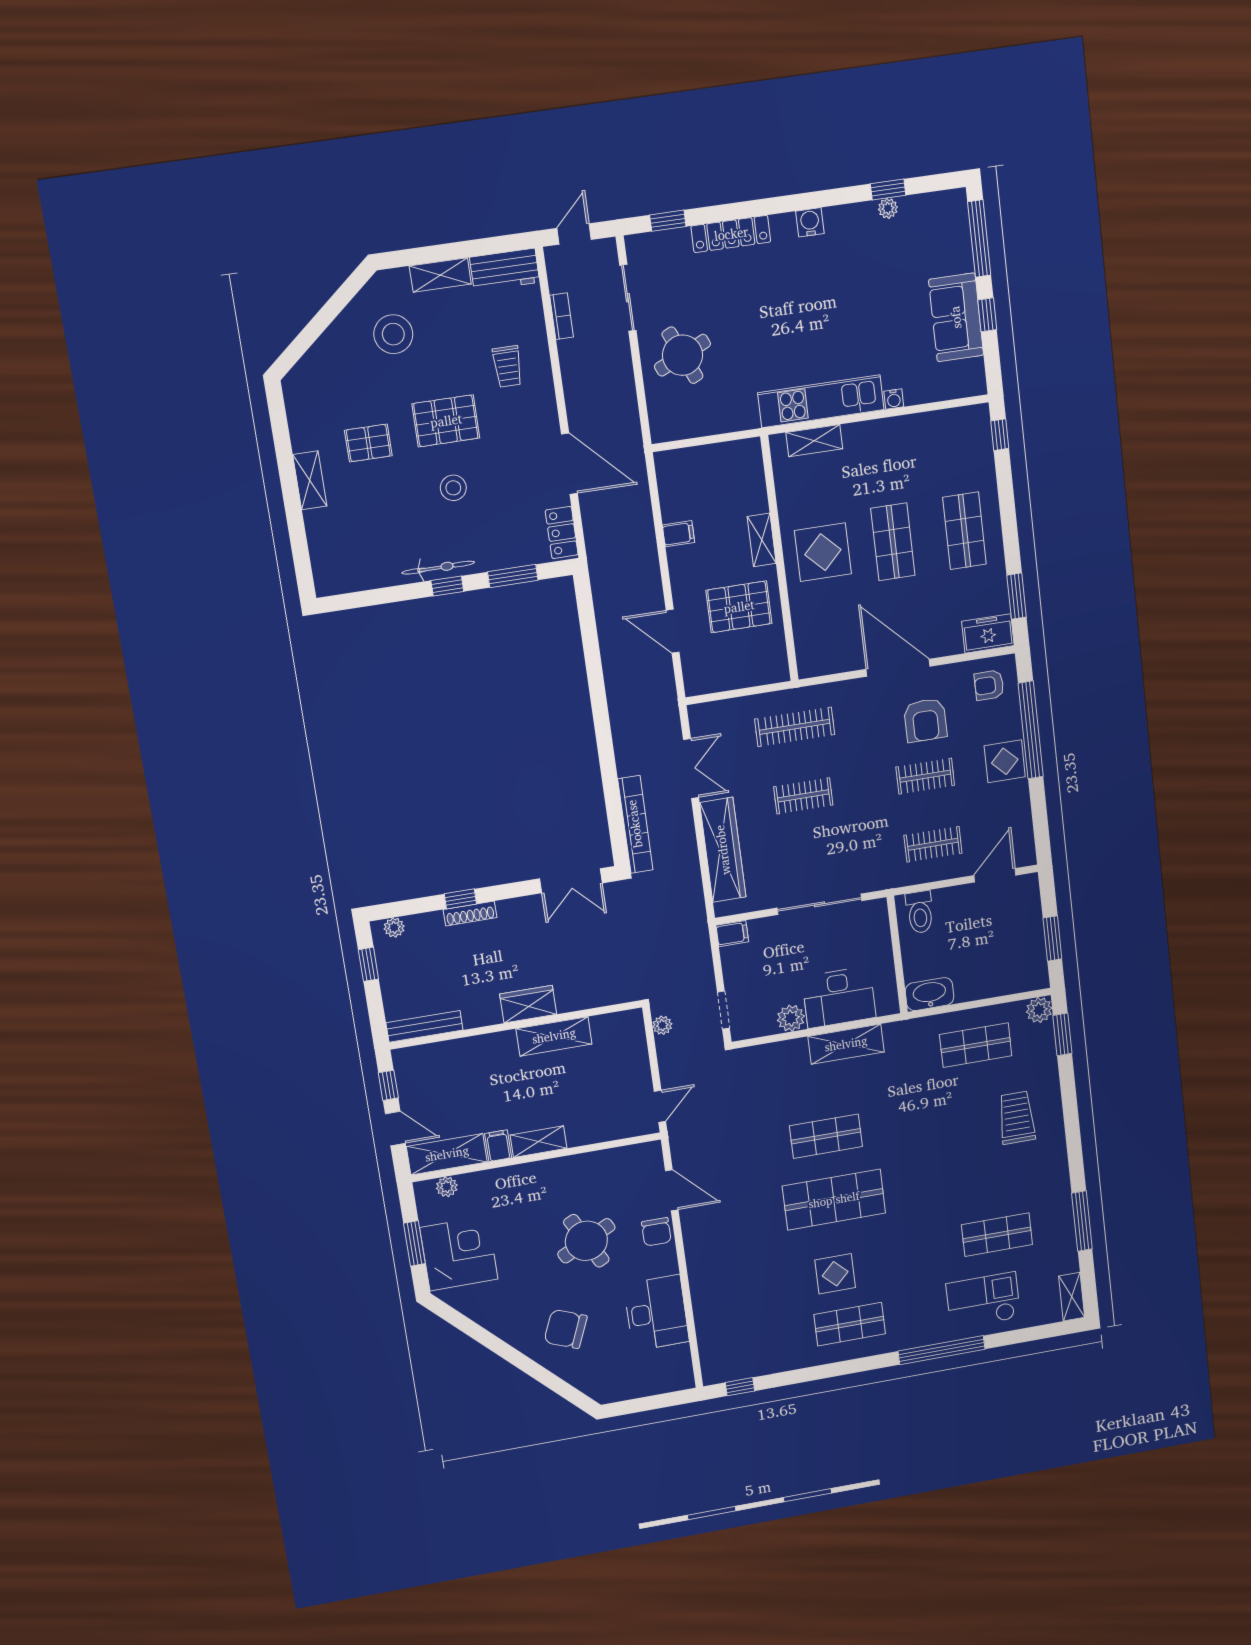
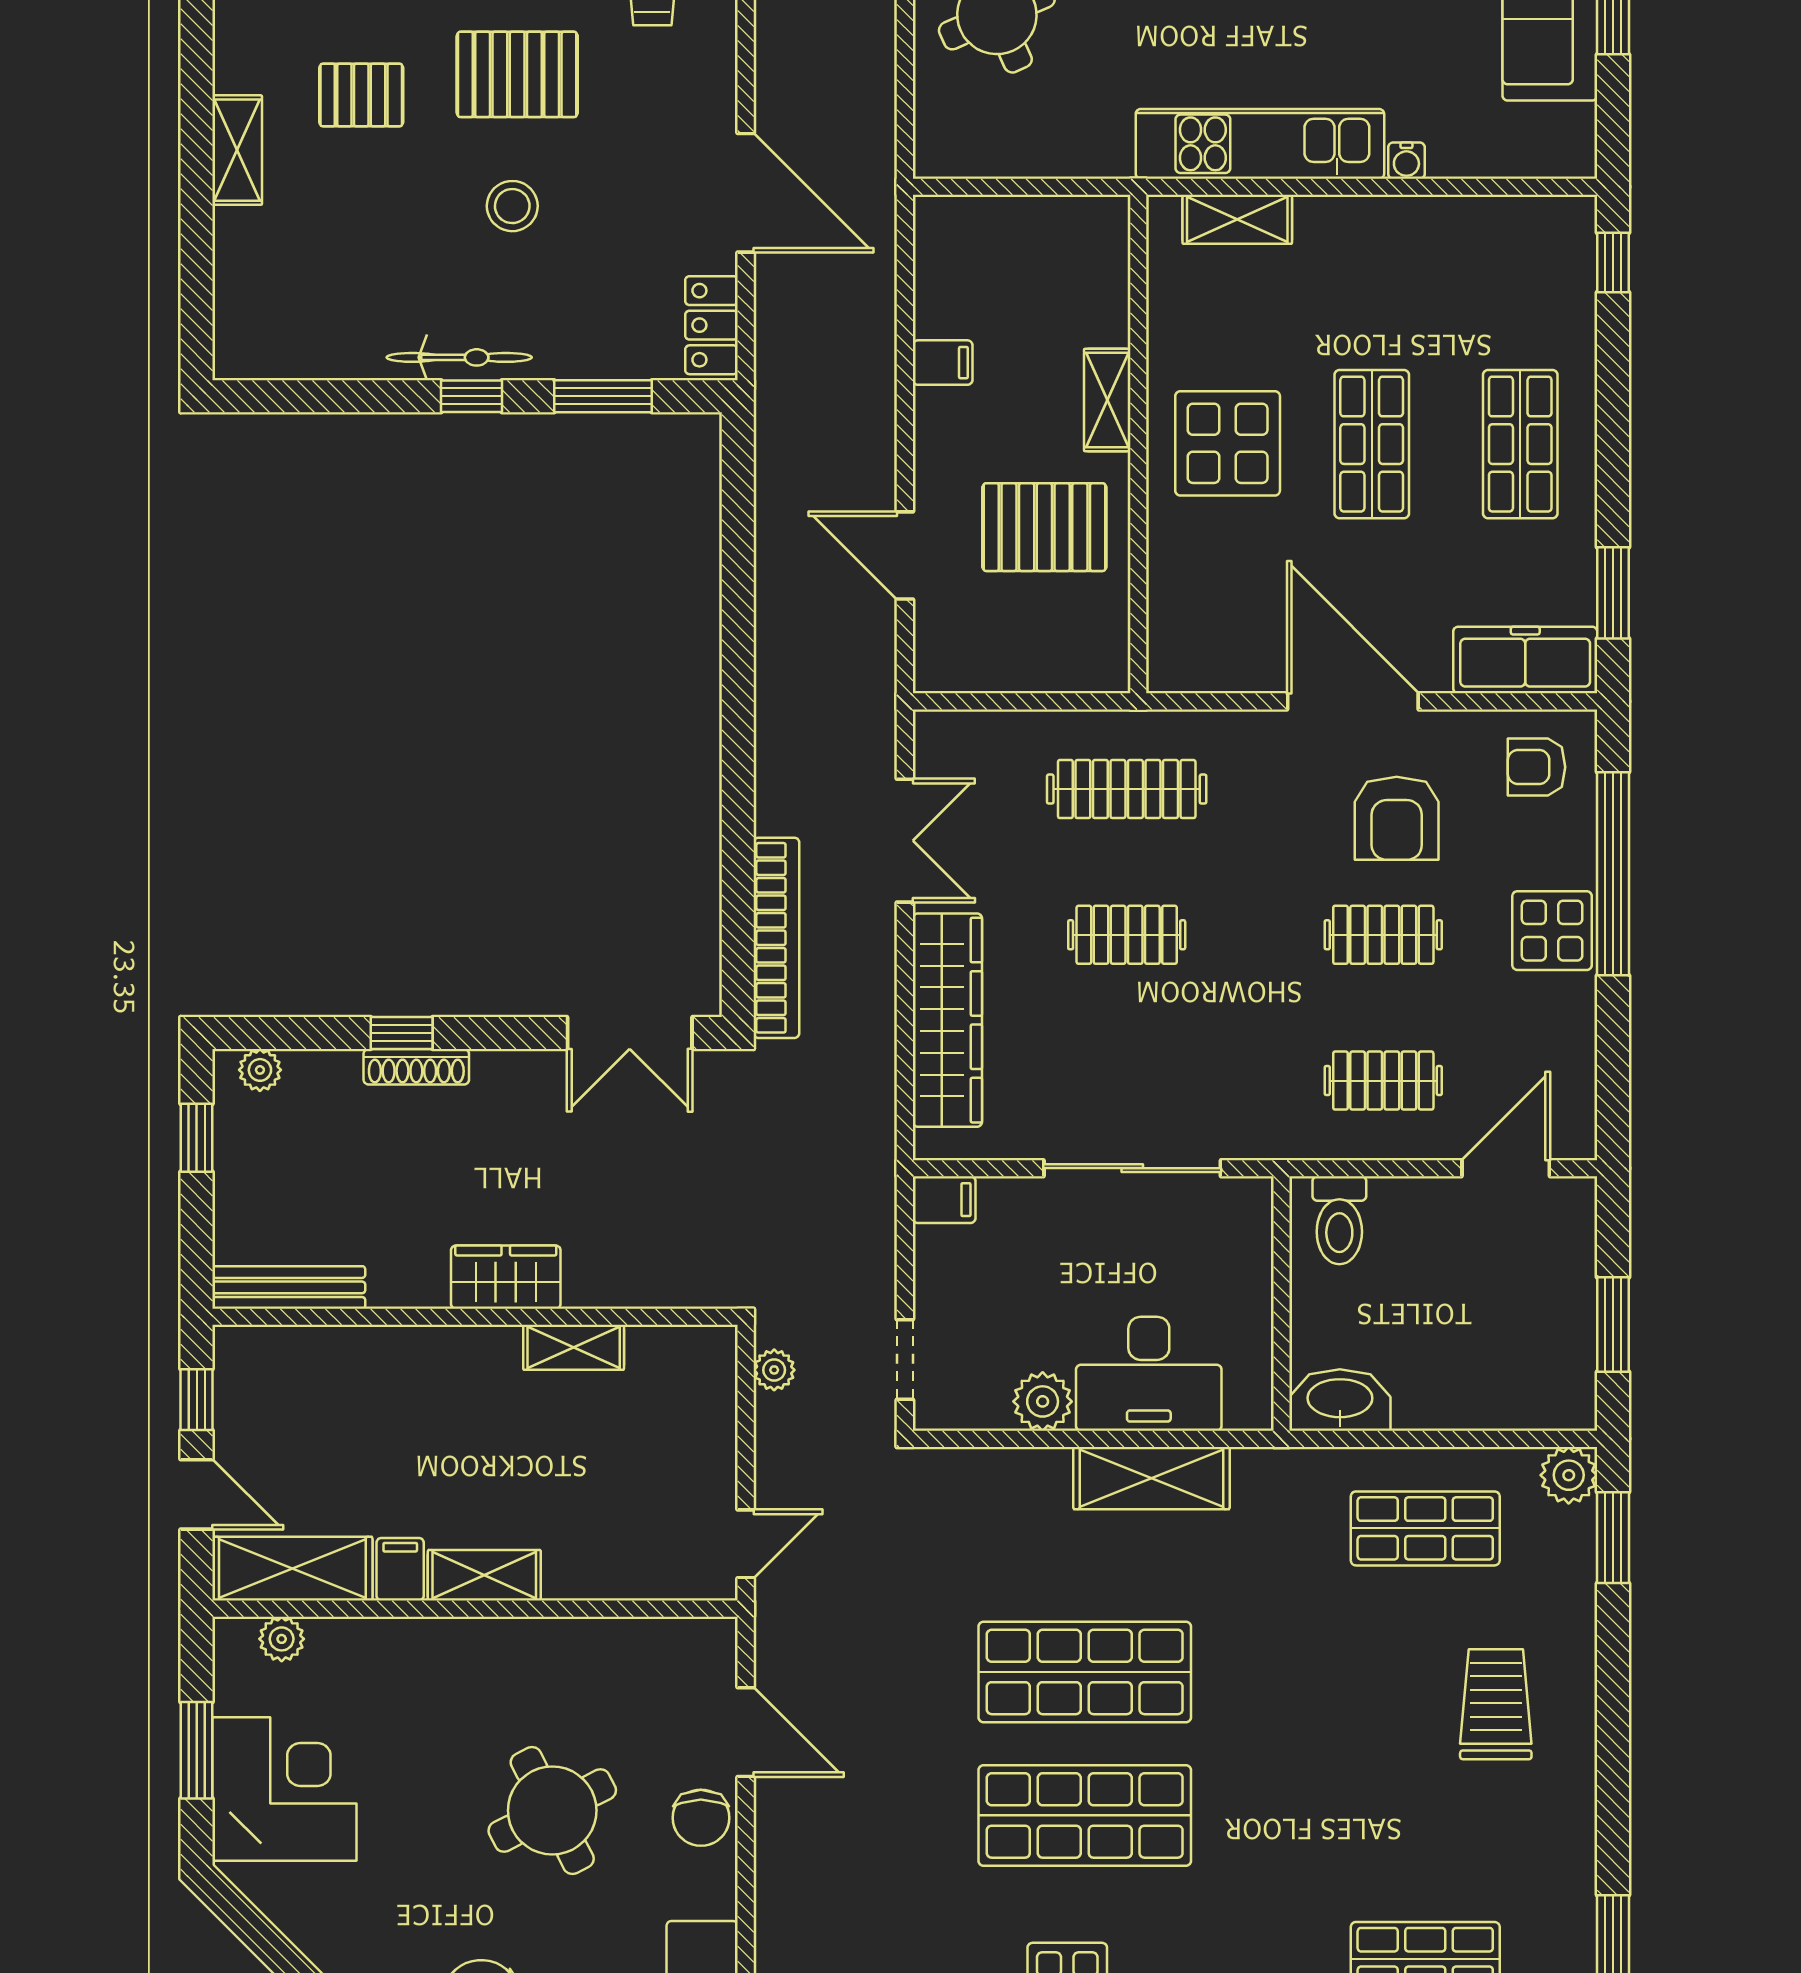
freezer: (988, 633) -> (1525, 660), width x1.40
shelving: (554, 1036) -> (574, 1347), width x0.67, depth x0.75
shop shelf: (826, 1136) -> (1085, 1672), width x1.43, depth x1.36

